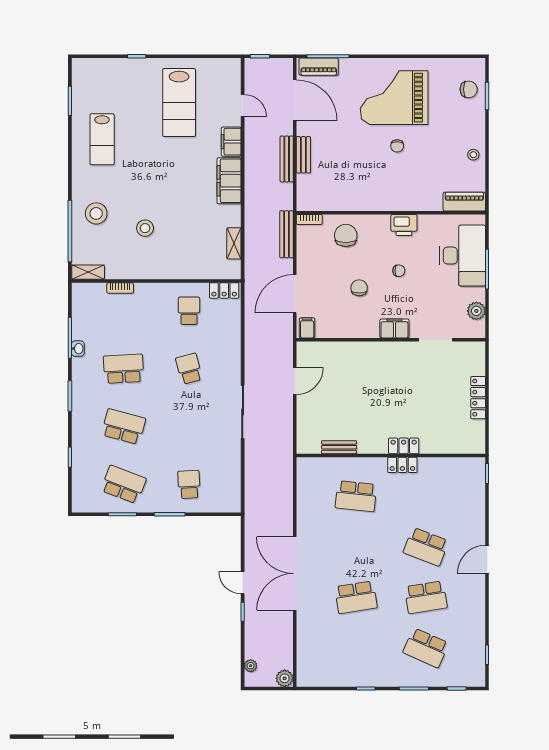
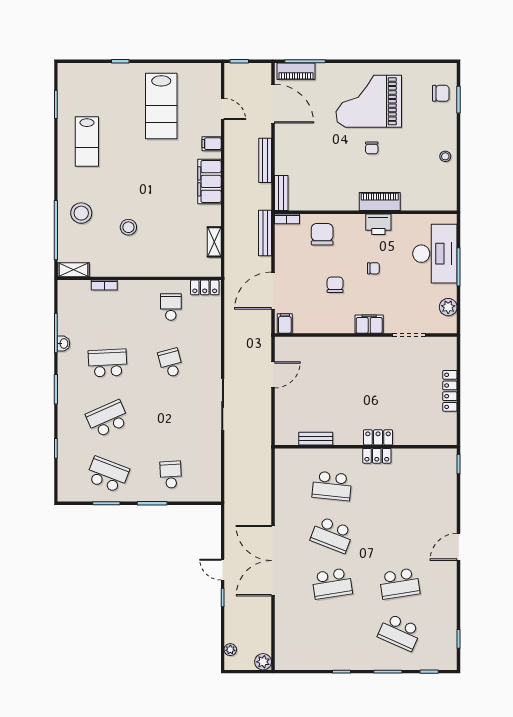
filing cabinet: (231, 142) -> (212, 144), width x0.50
bench: (303, 155) -> (281, 193), moved
piano: (464, 202) -> (380, 202), moved
school desk: (124, 427) -> (108, 419), turned -39
school desk: (426, 547) -> (332, 535), moved

